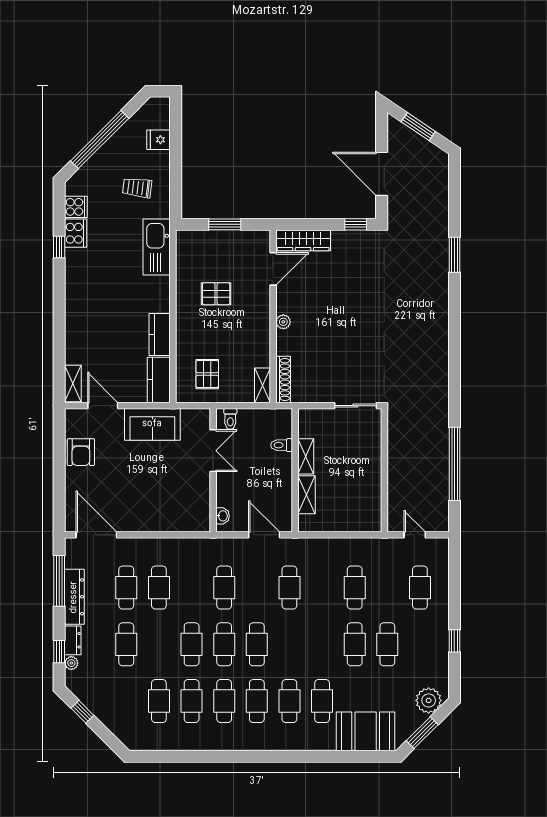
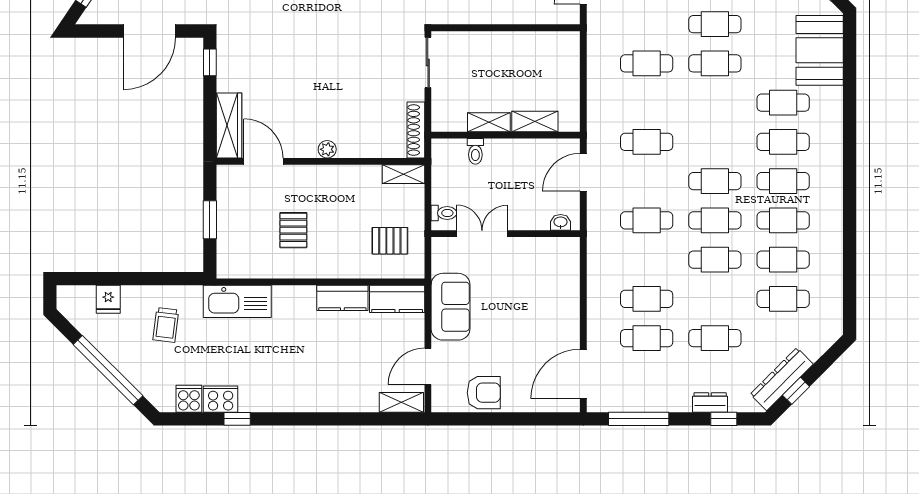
shoe rack: (283, 379) -> (416, 130), moved, turned -90
dresser: (74, 597) -> (782, 379), moved, turned -45
plant: (71, 663) -> (737, 404), removed

